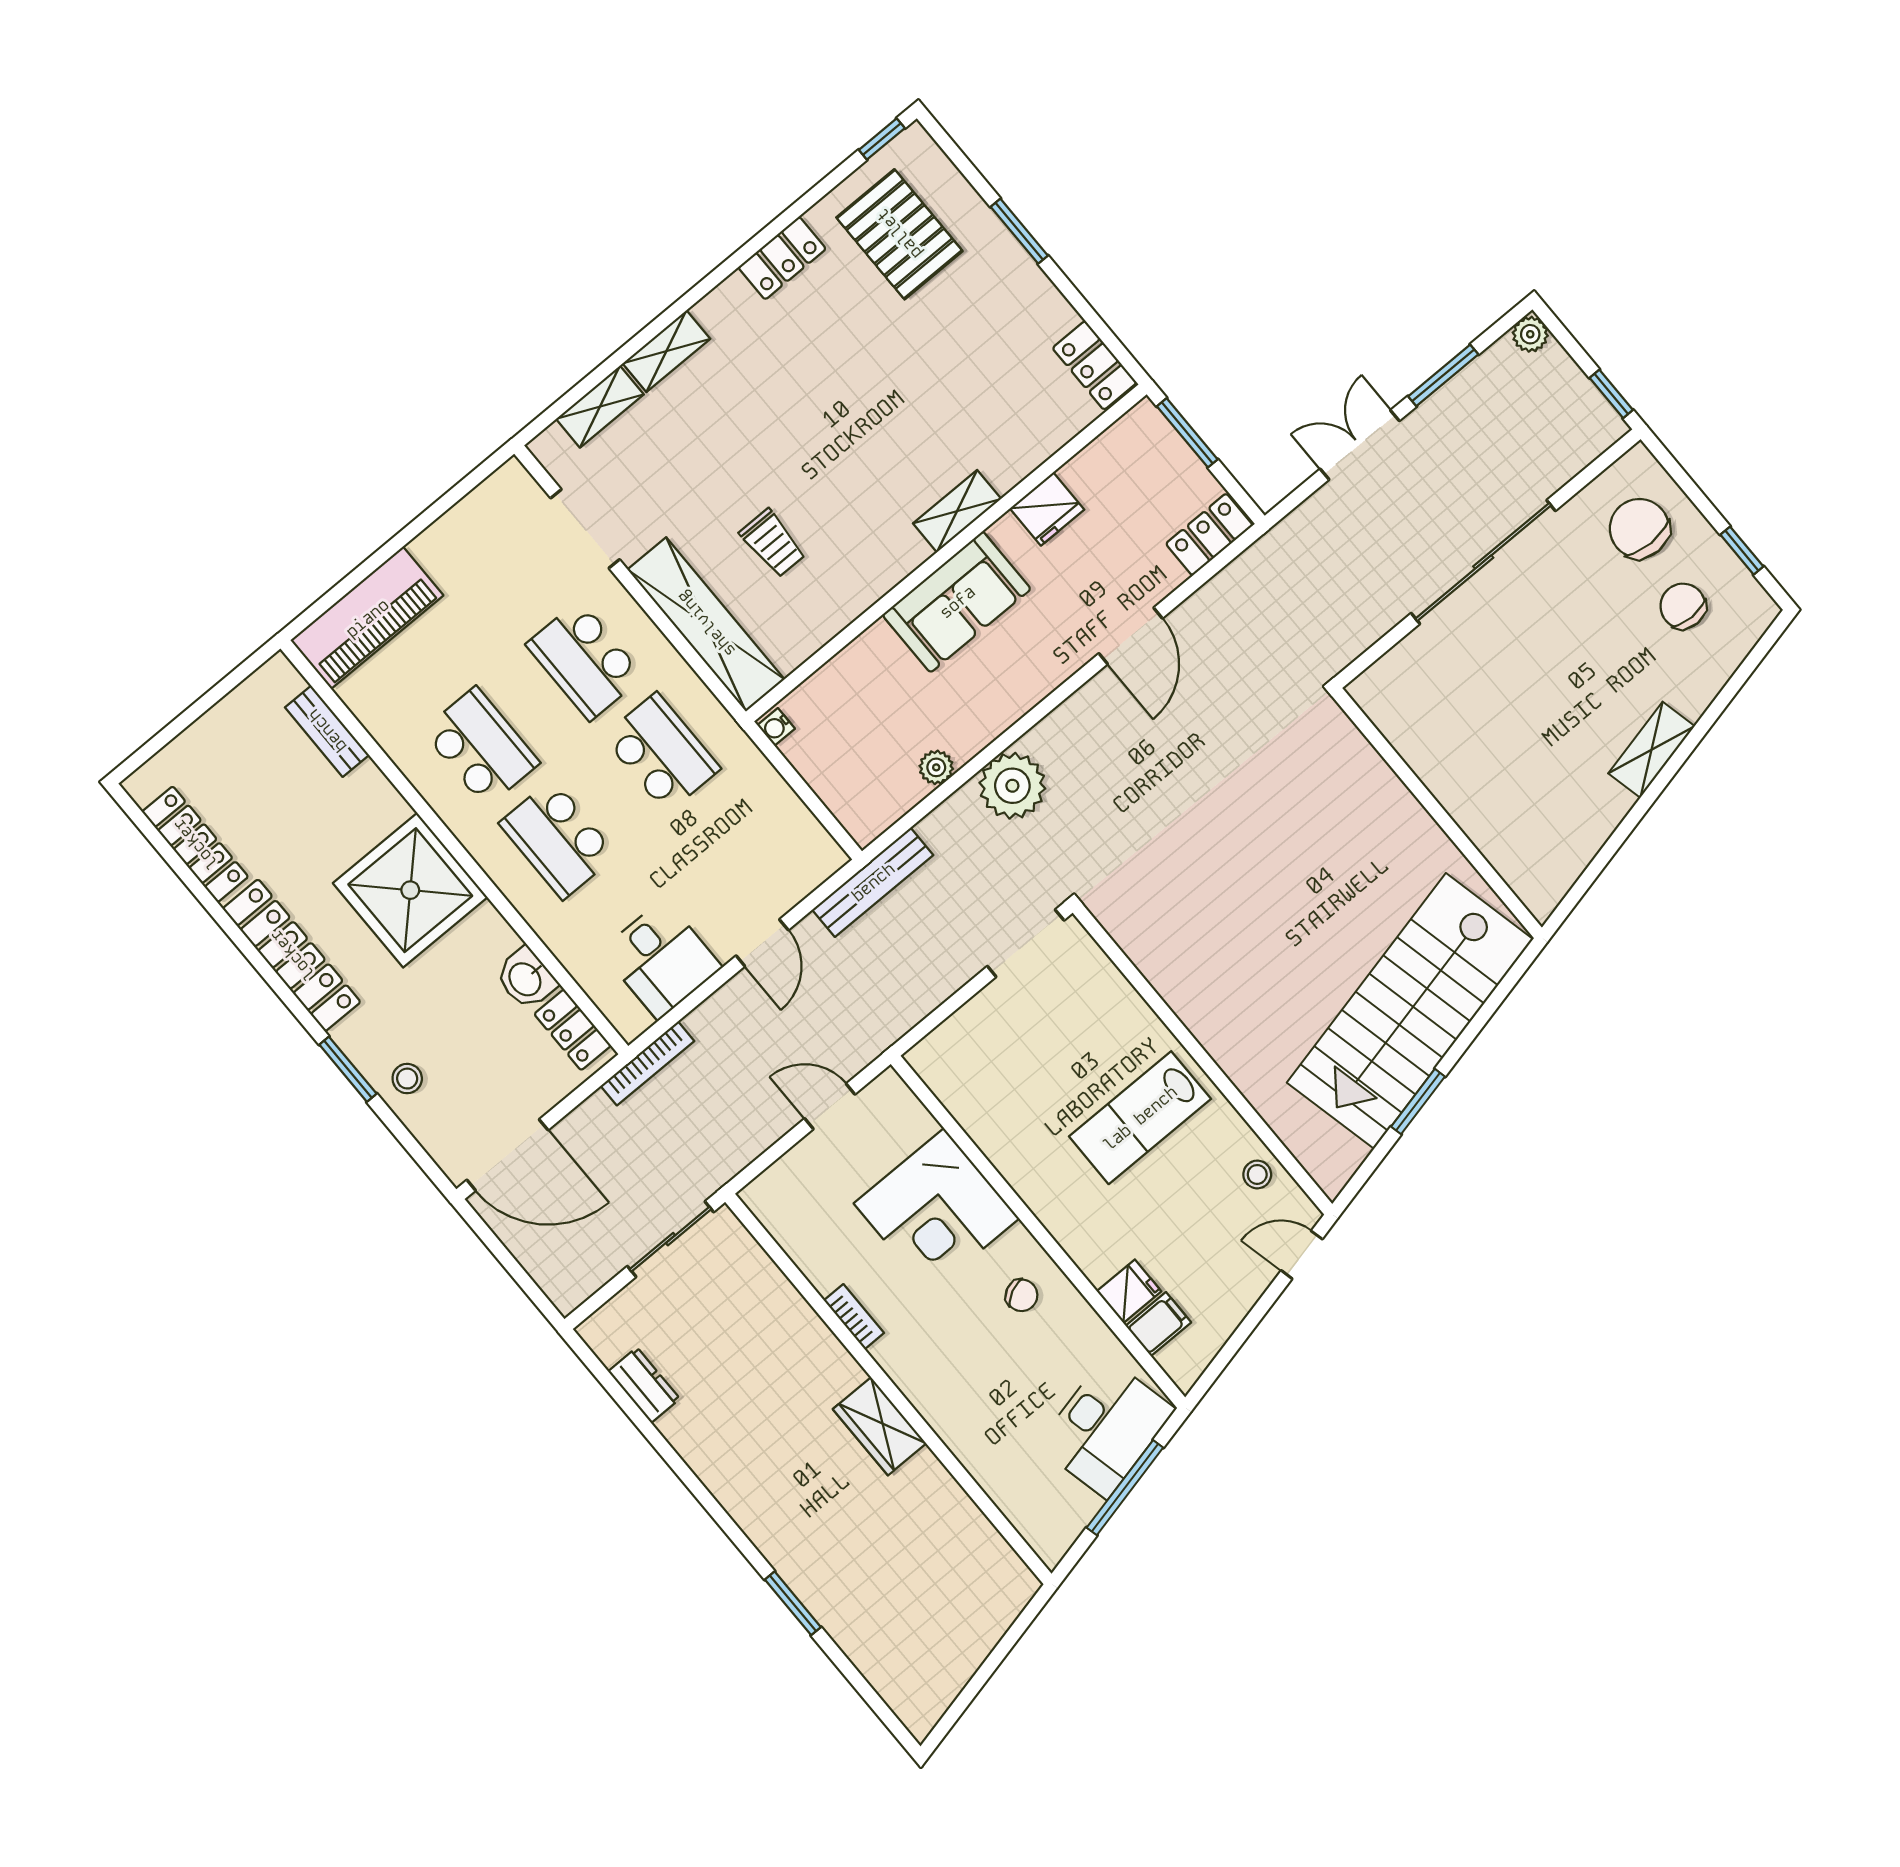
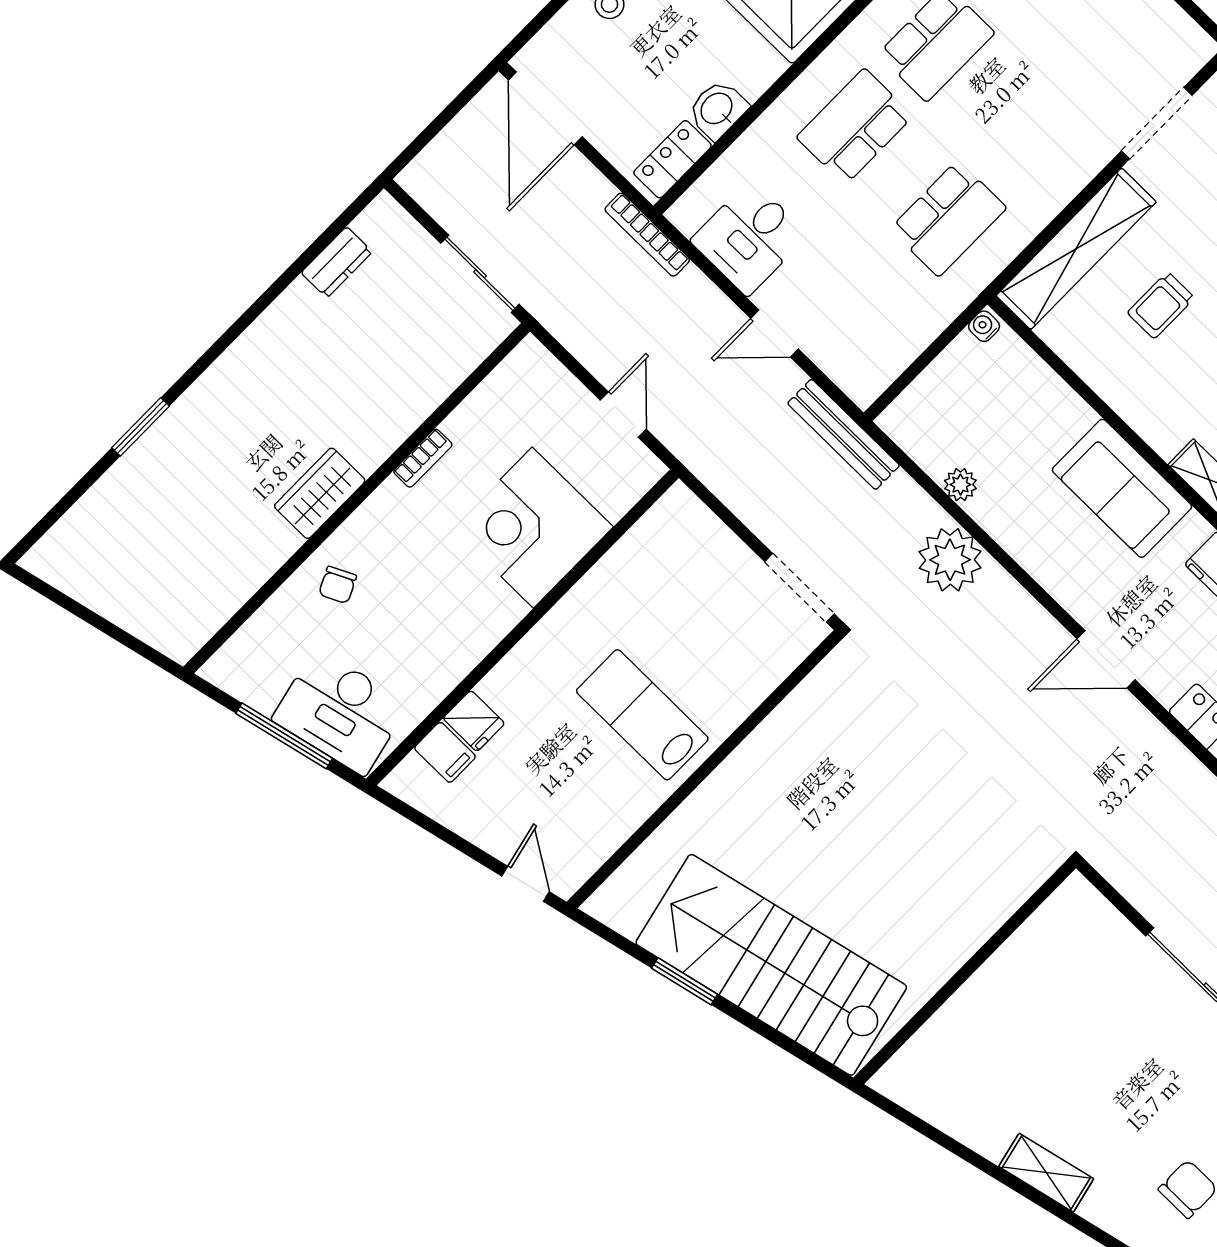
school desk: (585, 660) -> (1030, 135), removed
stool: (1257, 1174) -> (599, 833), removed
chair: (1022, 1295) -> (338, 585), moved

